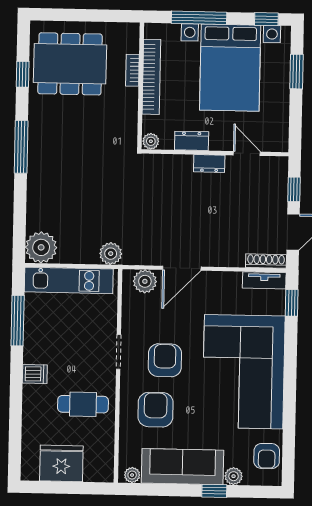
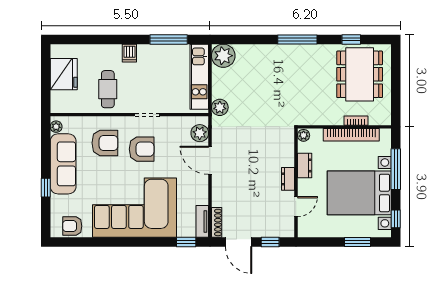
plant: (234, 476) -> (57, 202), removed

